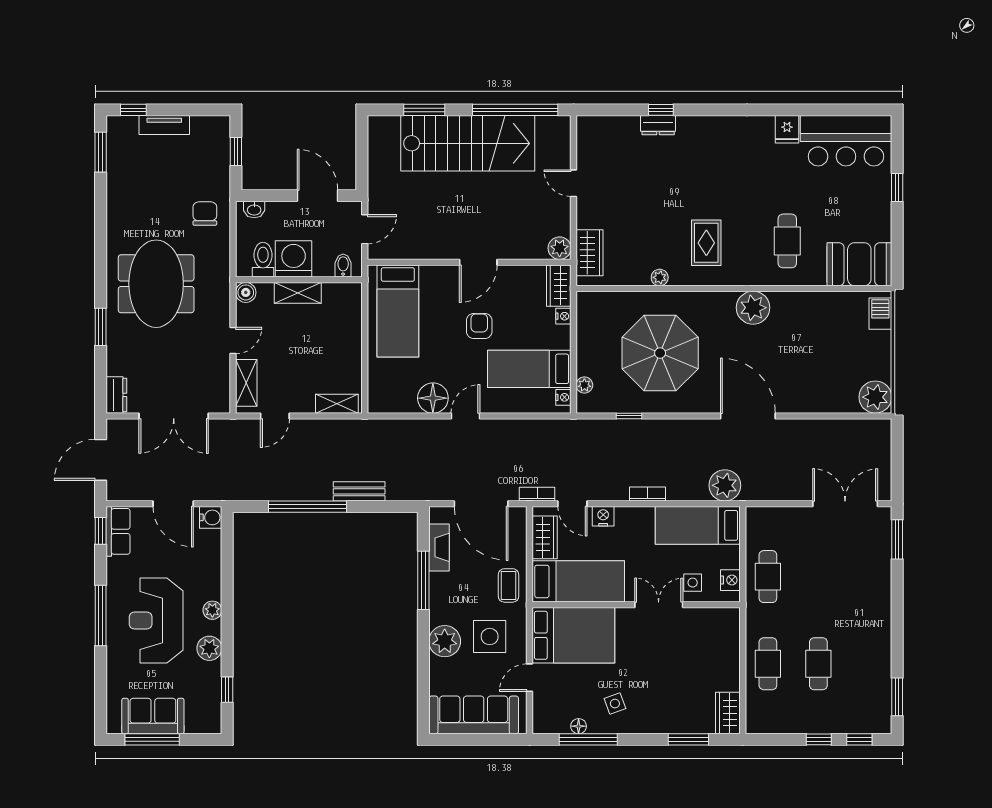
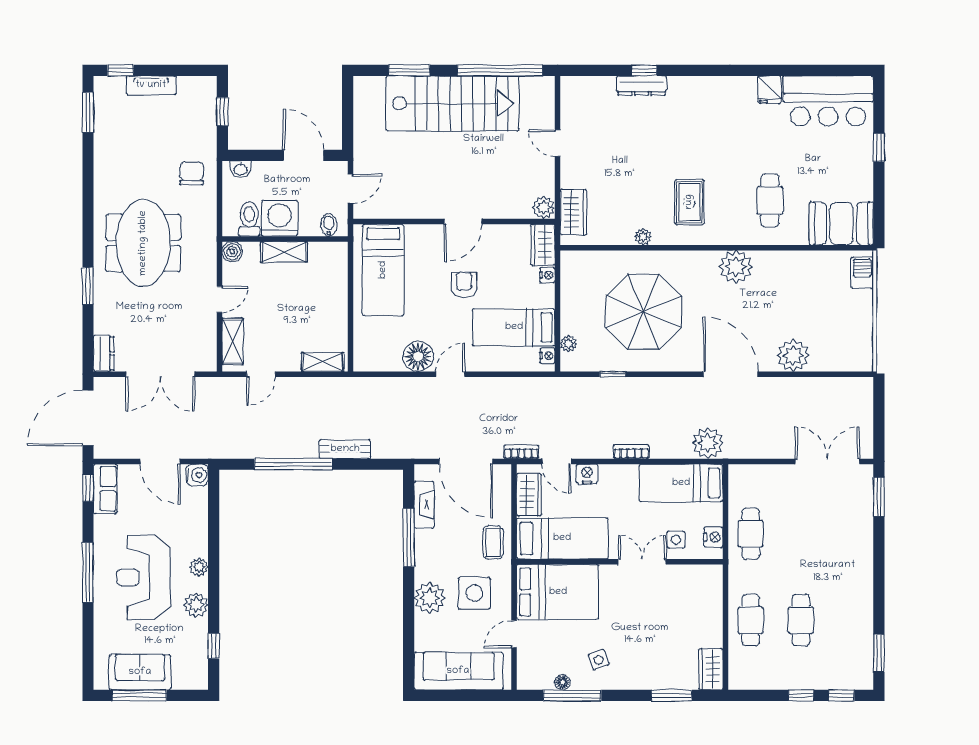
dresser: (658, 125) -> (642, 86), width x1.44
plant: (875, 397) -> (793, 355), moved
door: (101, 460) -> (88, 418), width x1.36

